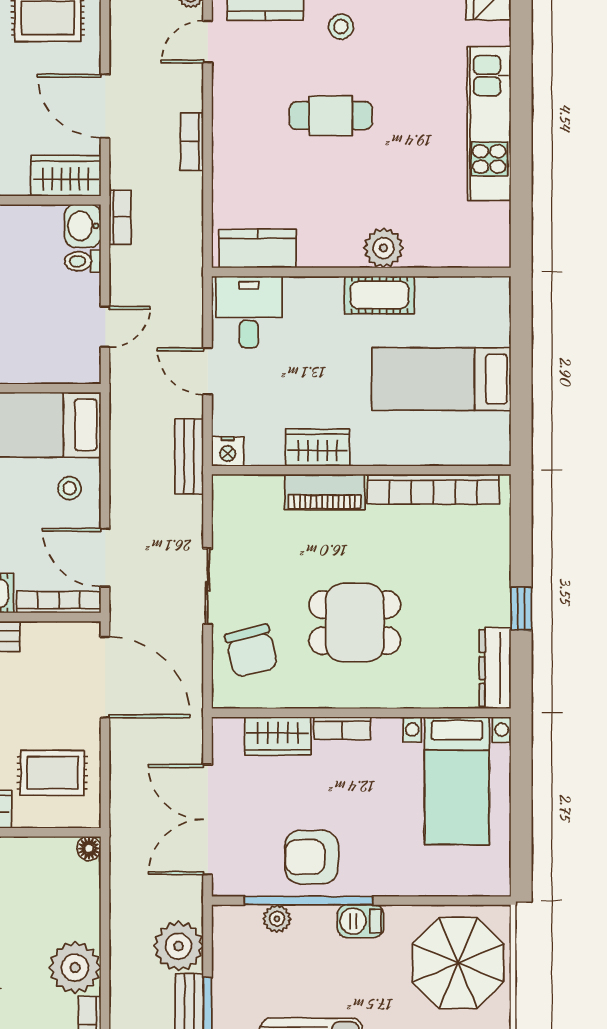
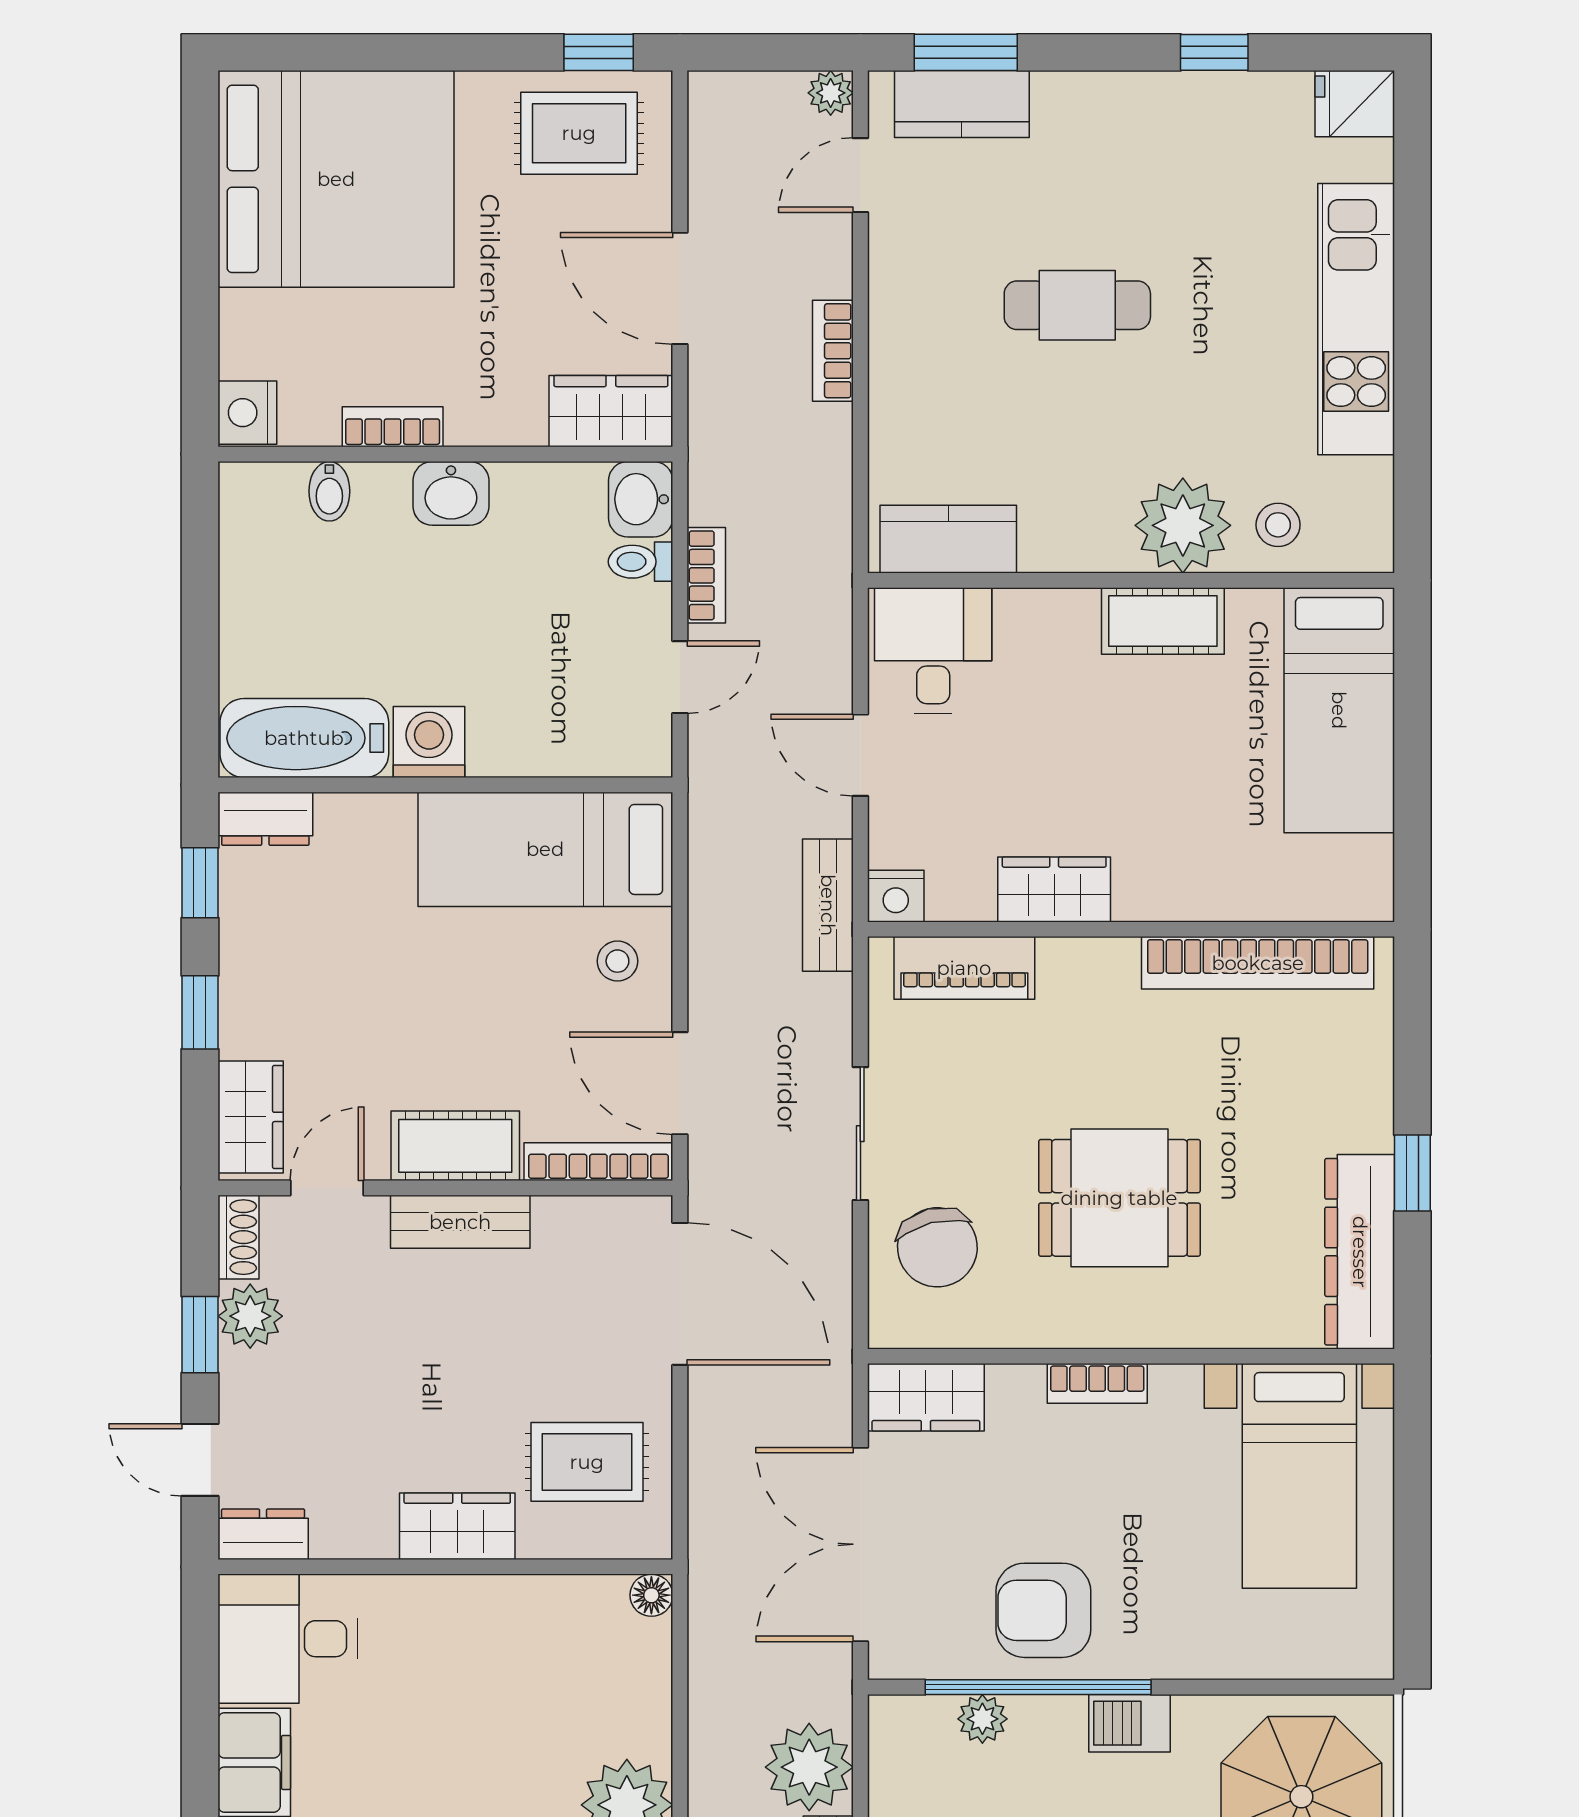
stool: (341, 27) -> (1278, 525), moved
bookcase: (120, 217) -> (706, 575), moved
plant: (383, 248) -> (1183, 525), width x1.36, depth x1.36
bed: (441, 379) -> (1339, 710), moved, turned -90
piano: (325, 492) -> (964, 968), moved
dresser: (495, 668) -> (1360, 1252), width x1.37, depth x1.24
wardrobe: (278, 736) -> (926, 1397), moved

